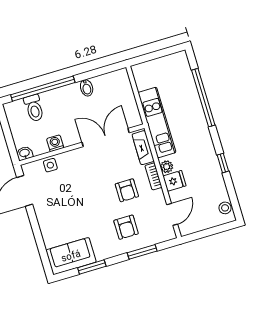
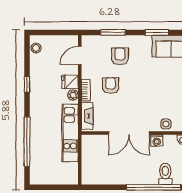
bidet: (87, 88) -> (118, 177), removed
double door: (106, 137) -> (129, 133), moved

